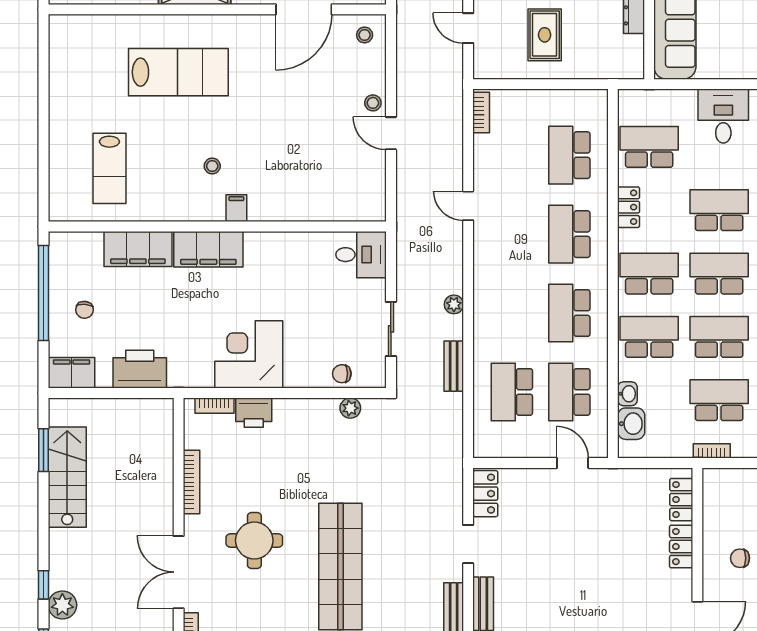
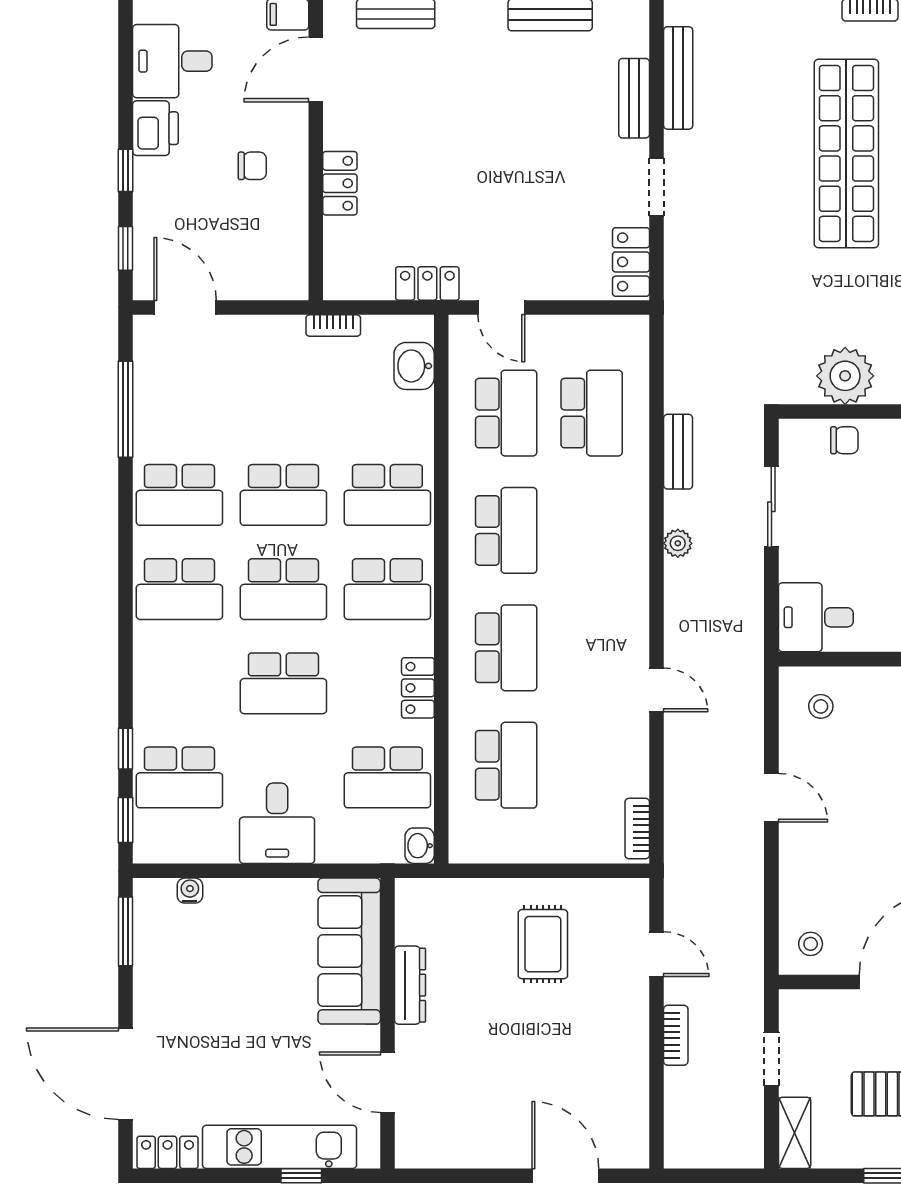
stool: (373, 103) -> (821, 706), moved
washbasin: (627, 394) -> (420, 846), moved
school desk: (719, 400) -> (283, 401), removed
plant: (350, 408) -> (845, 376), width x1.87, depth x1.87
bookcase: (712, 451) -> (333, 326), moved
locker: (681, 500) -> (427, 283), moved, turned -90

